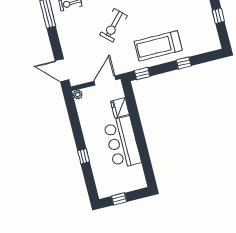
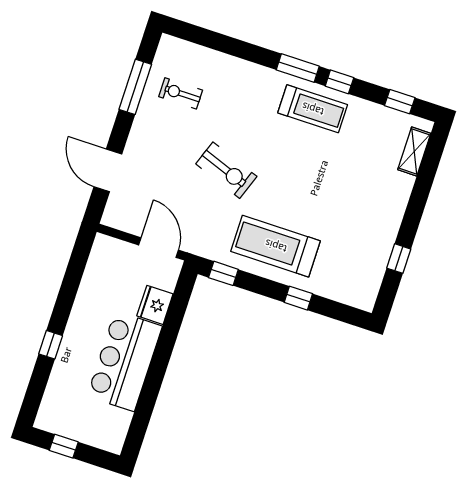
exercise bike: (114, 25) -> (226, 170), turned -113
door: (62, 70) -> (108, 170), moved
door: (105, 80) -> (159, 248), hinge flipped
plant: (78, 95) -> (102, 243), removed

